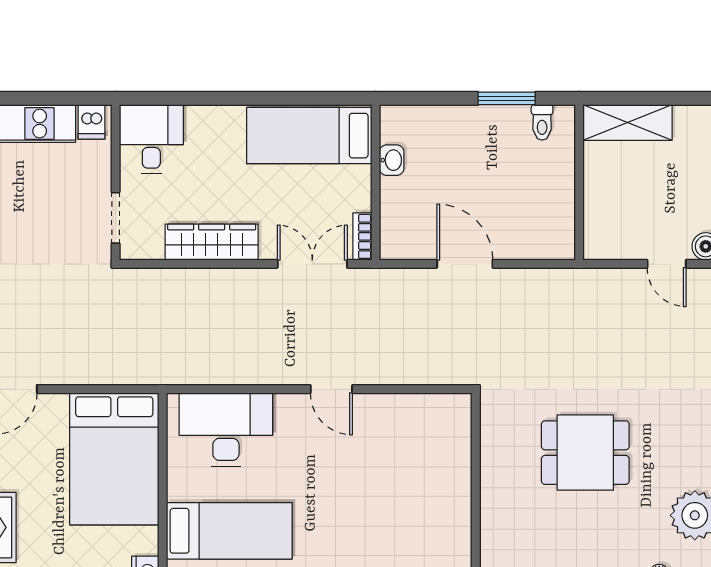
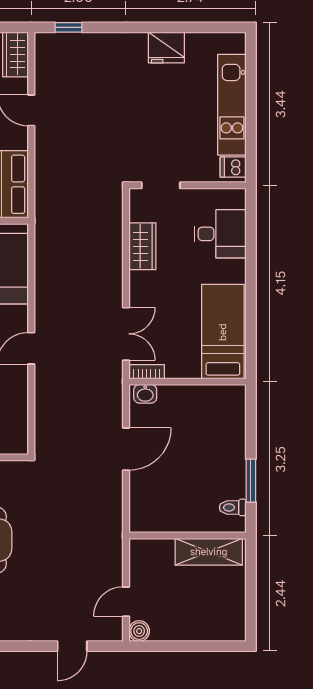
shelving: (627, 123) -> (209, 552), moved, turned 90
desk: (151, 139) -> (220, 234), moved
washbasin: (392, 160) -> (145, 394), moved
wardrobe: (212, 242) -> (142, 246), width x0.67

